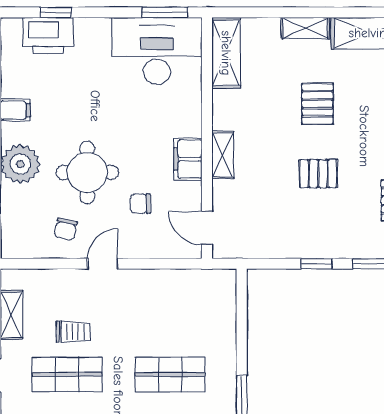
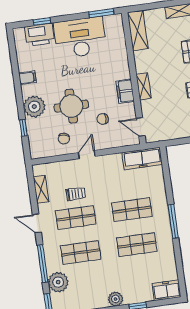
desk: (157, 51) -> (80, 38), moved
freezer: (202, 285) -> (142, 158), added

